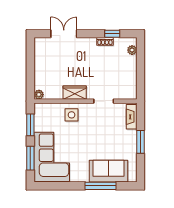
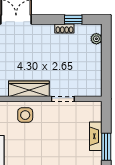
wardrobe: (75, 93) -> (29, 89), width x1.50
fireplace: (132, 117) -> (96, 136), moved

